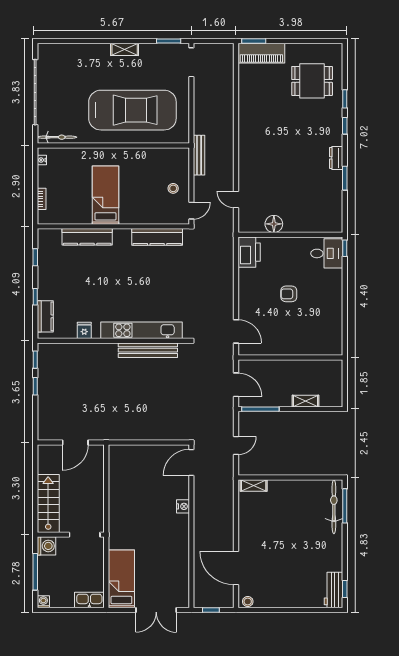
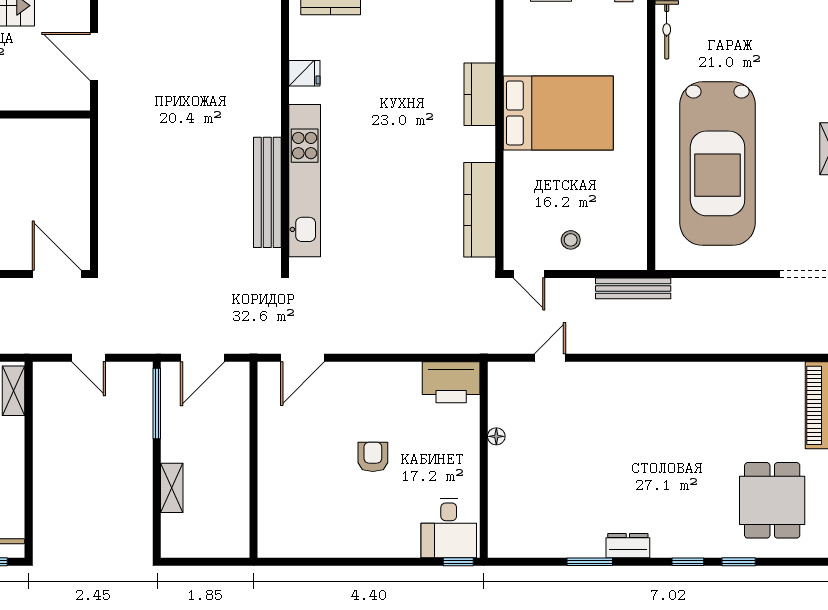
bed: (105, 195) -> (558, 113), width x1.50
floor lamp: (274, 224) -> (496, 436), width x0.53, depth x0.53
kitchen counter: (87, 237) -> (480, 94), width x0.67

